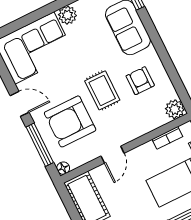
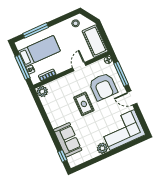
armchair: (140, 81) -> (62, 109), removed
armchair: (70, 121) -> (103, 87), turned 90

